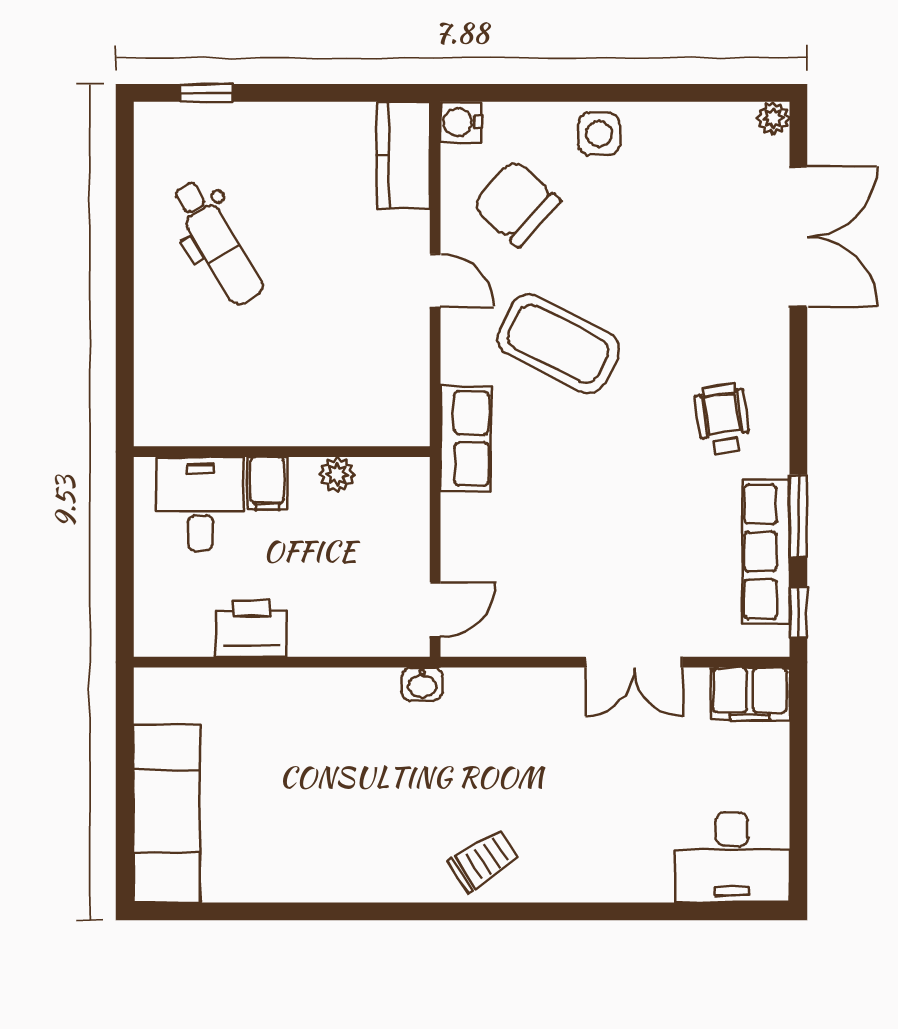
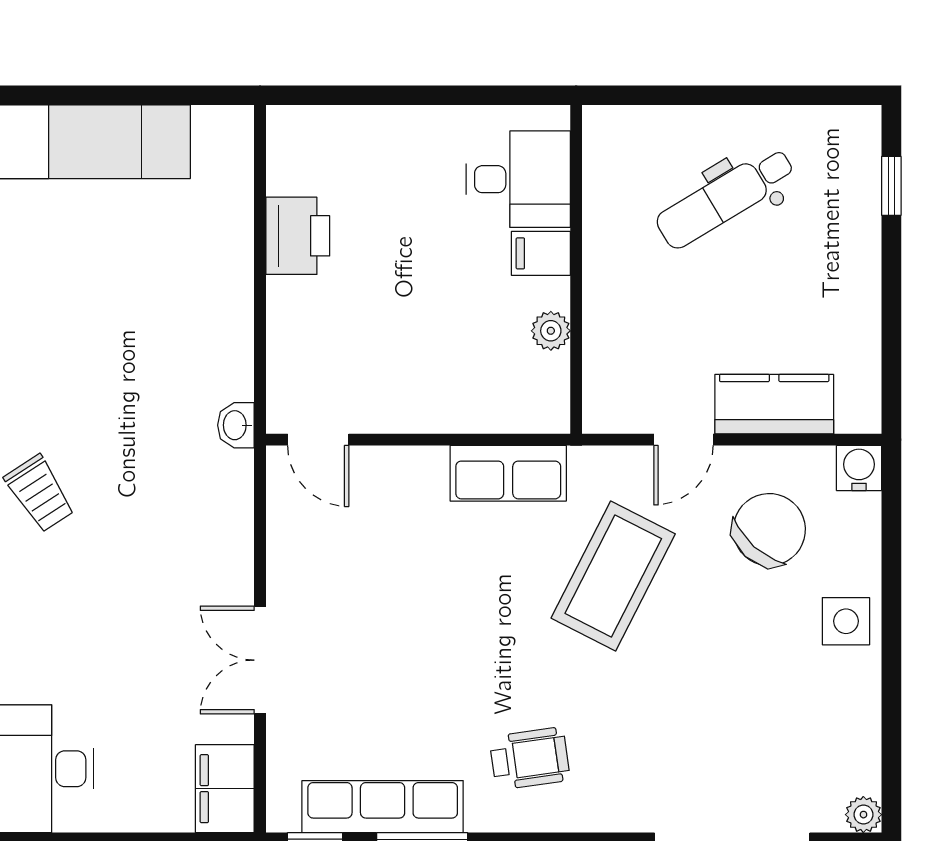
kitchen counter: (403, 155) -> (774, 404), moved
wall: (282, 452) -> (576, 269), moved
plant: (337, 475) -> (551, 331), moved
filing cabinet: (267, 483) -> (541, 253), moved
desk: (200, 504) -> (518, 179), moved

